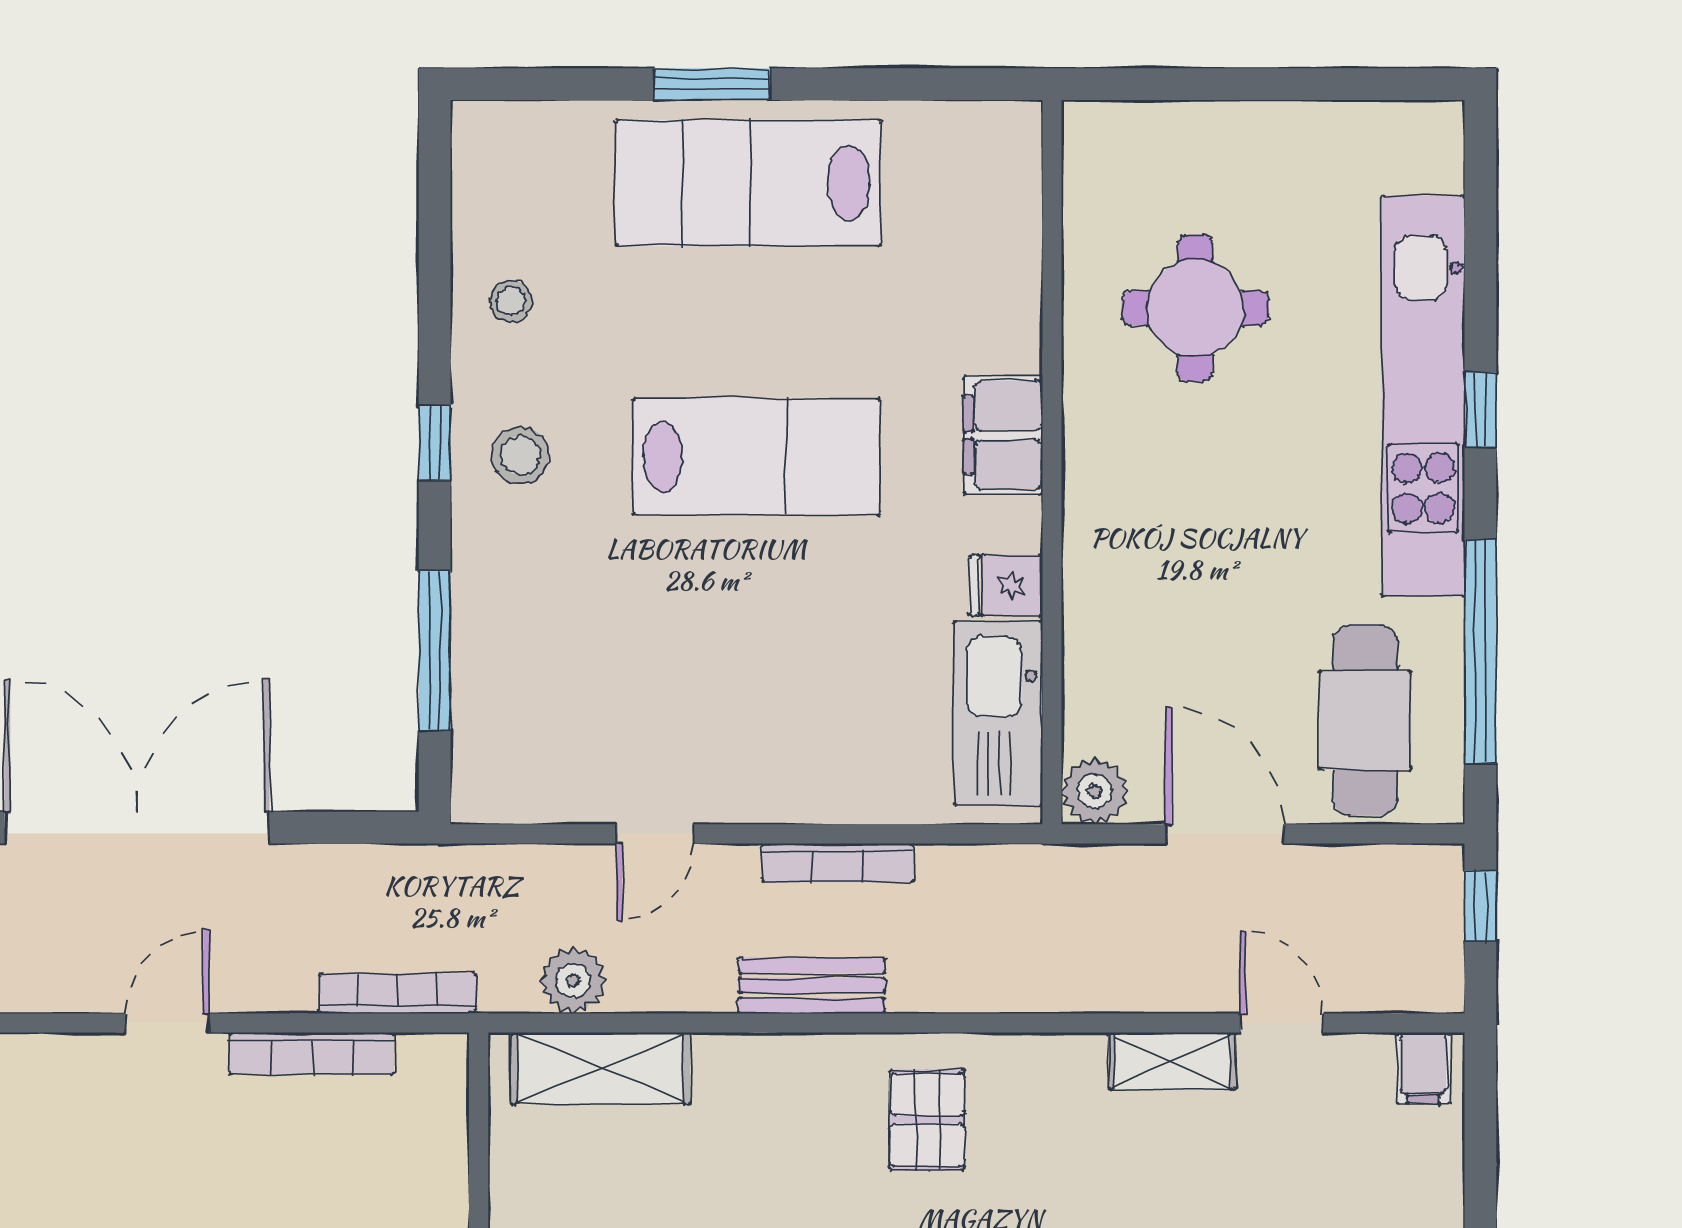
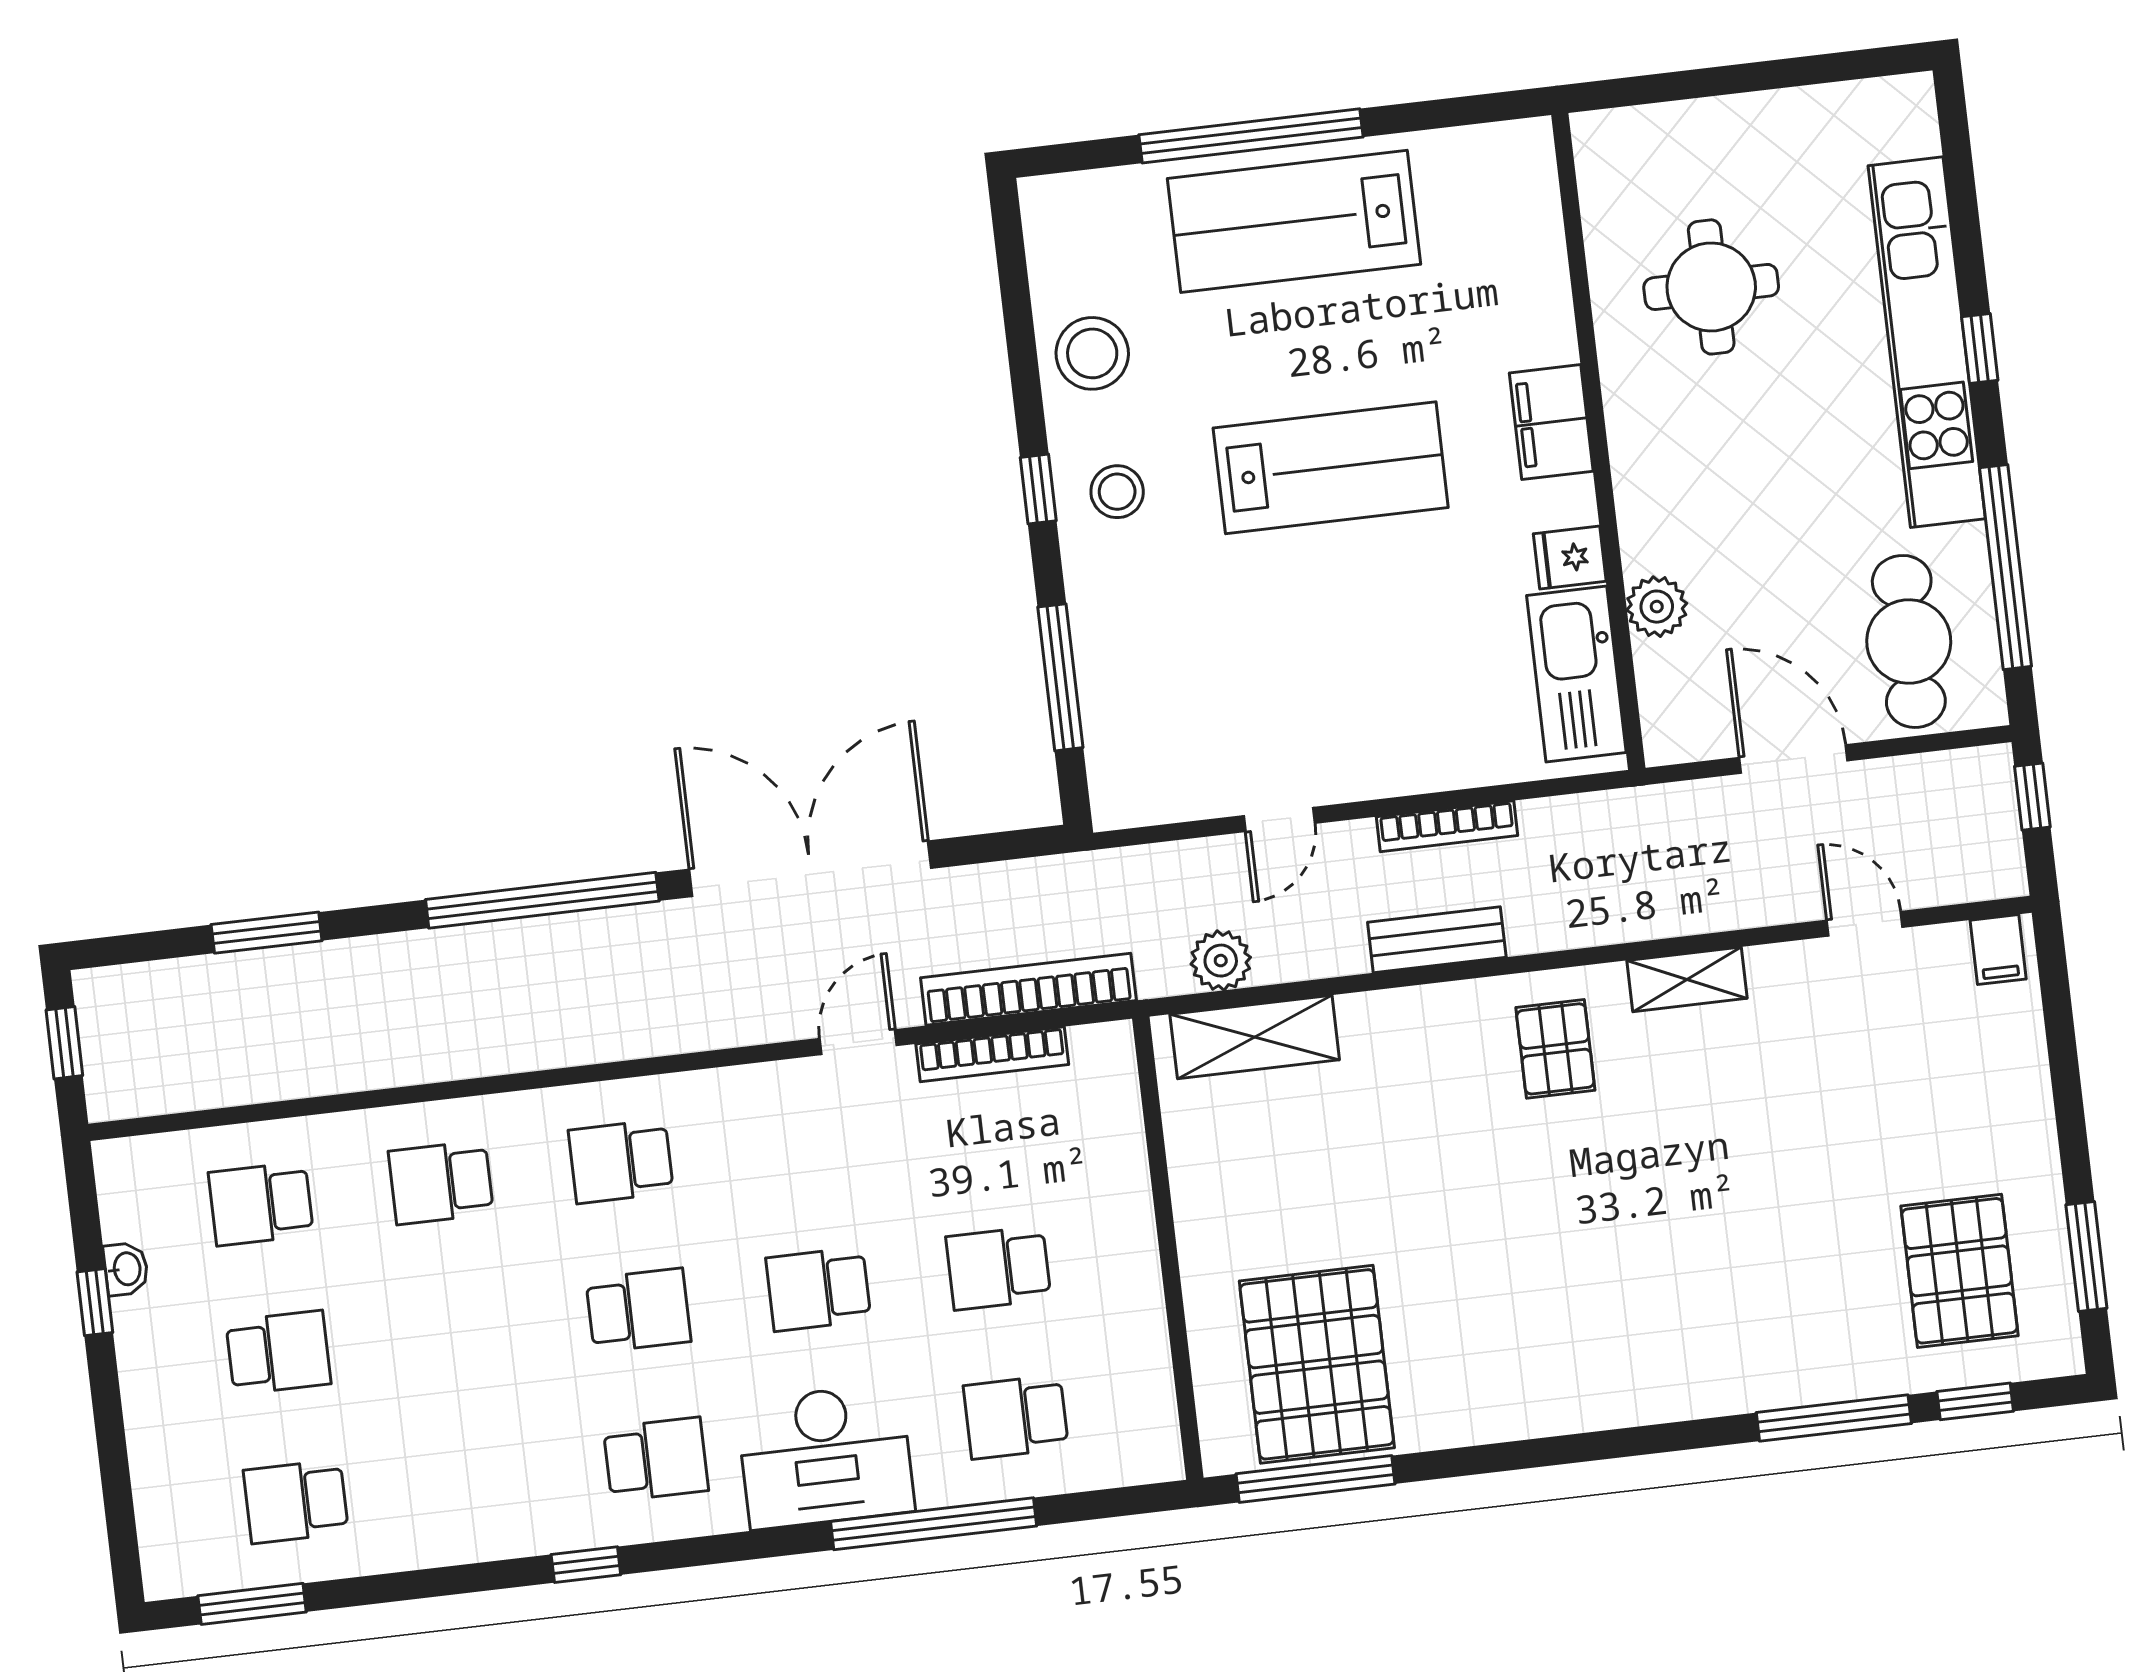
window: (712, 84) -> (1251, 136), width x2.11
stool: (511, 301) -> (1092, 353), width x1.89, depth x1.89
plant: (1095, 791) -> (1657, 607), moved
bookcase: (397, 993) -> (1028, 989), width x1.48, depth x1.31
shelving: (1172, 1061) -> (1687, 979), moved

